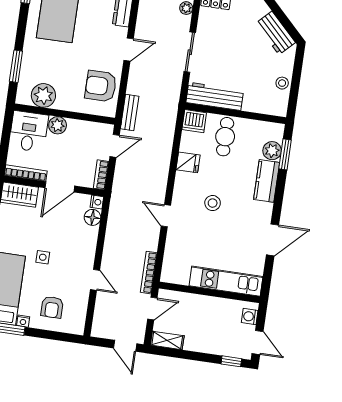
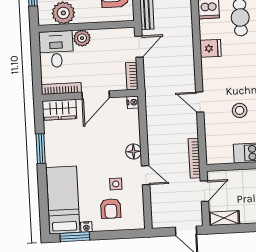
stool: (213, 203) -> (240, 110), moved
floor lamp: (93, 217) -> (134, 151), moved
side table: (43, 257) -> (116, 184), moved

